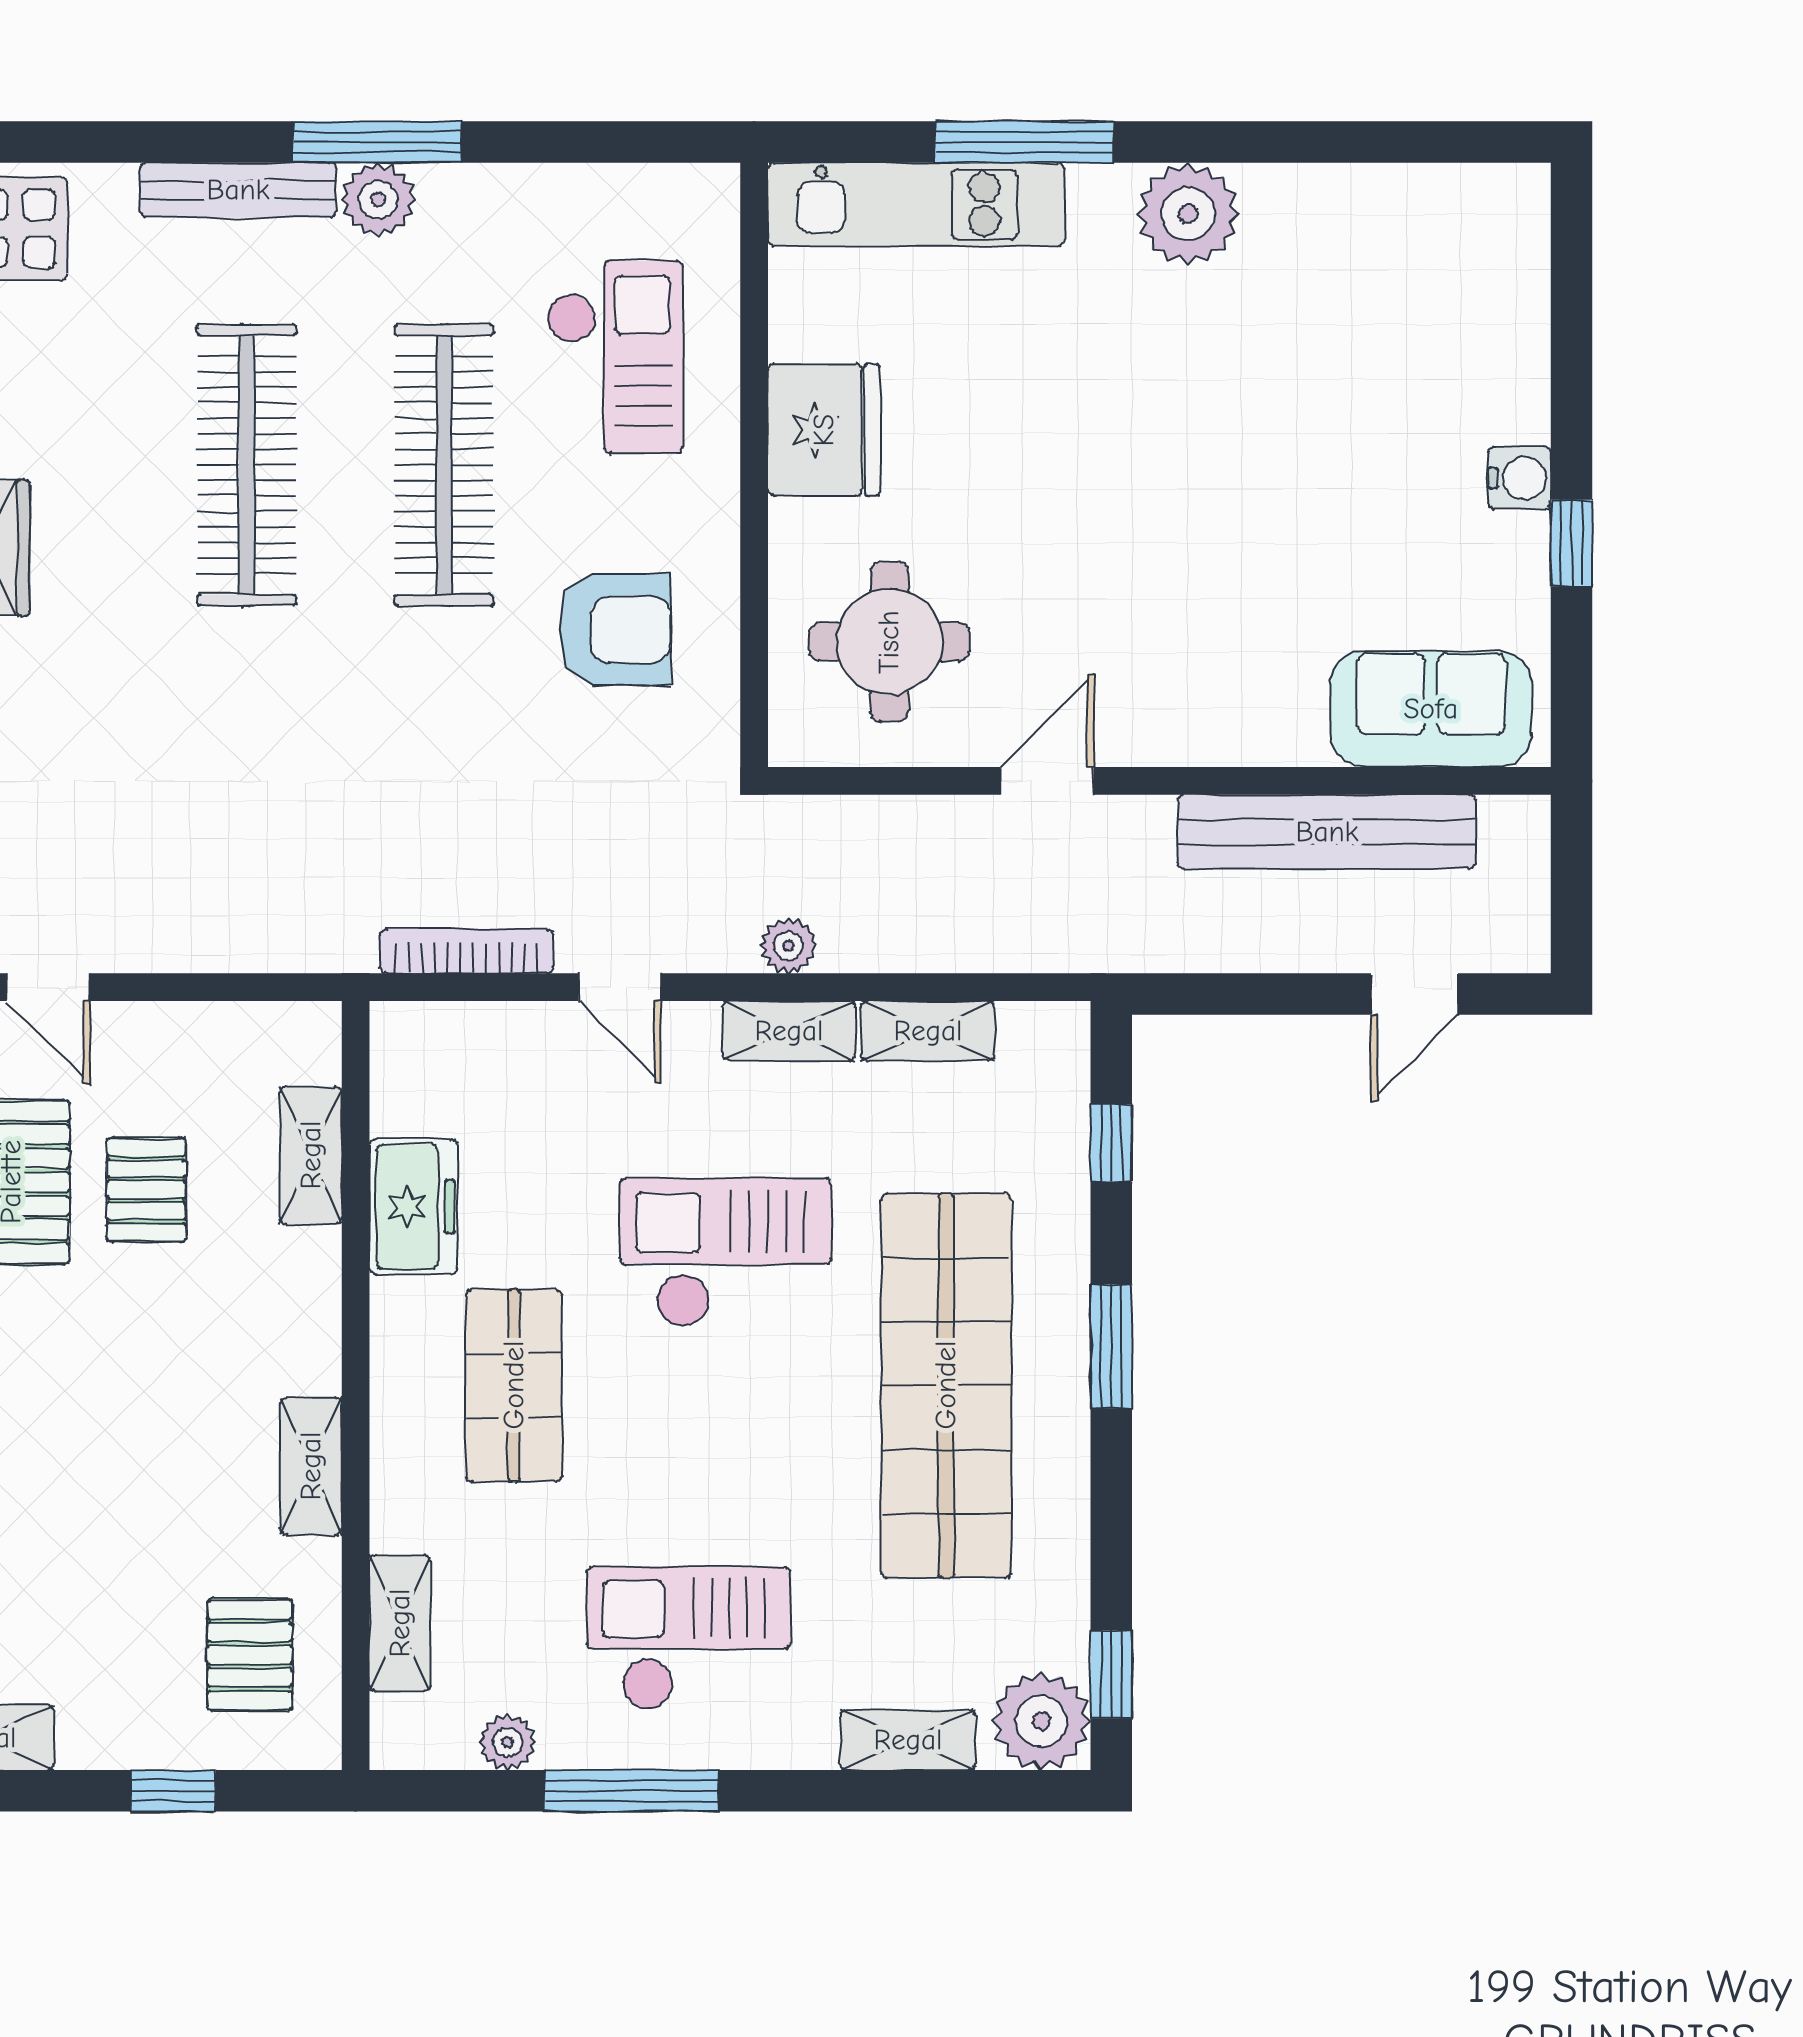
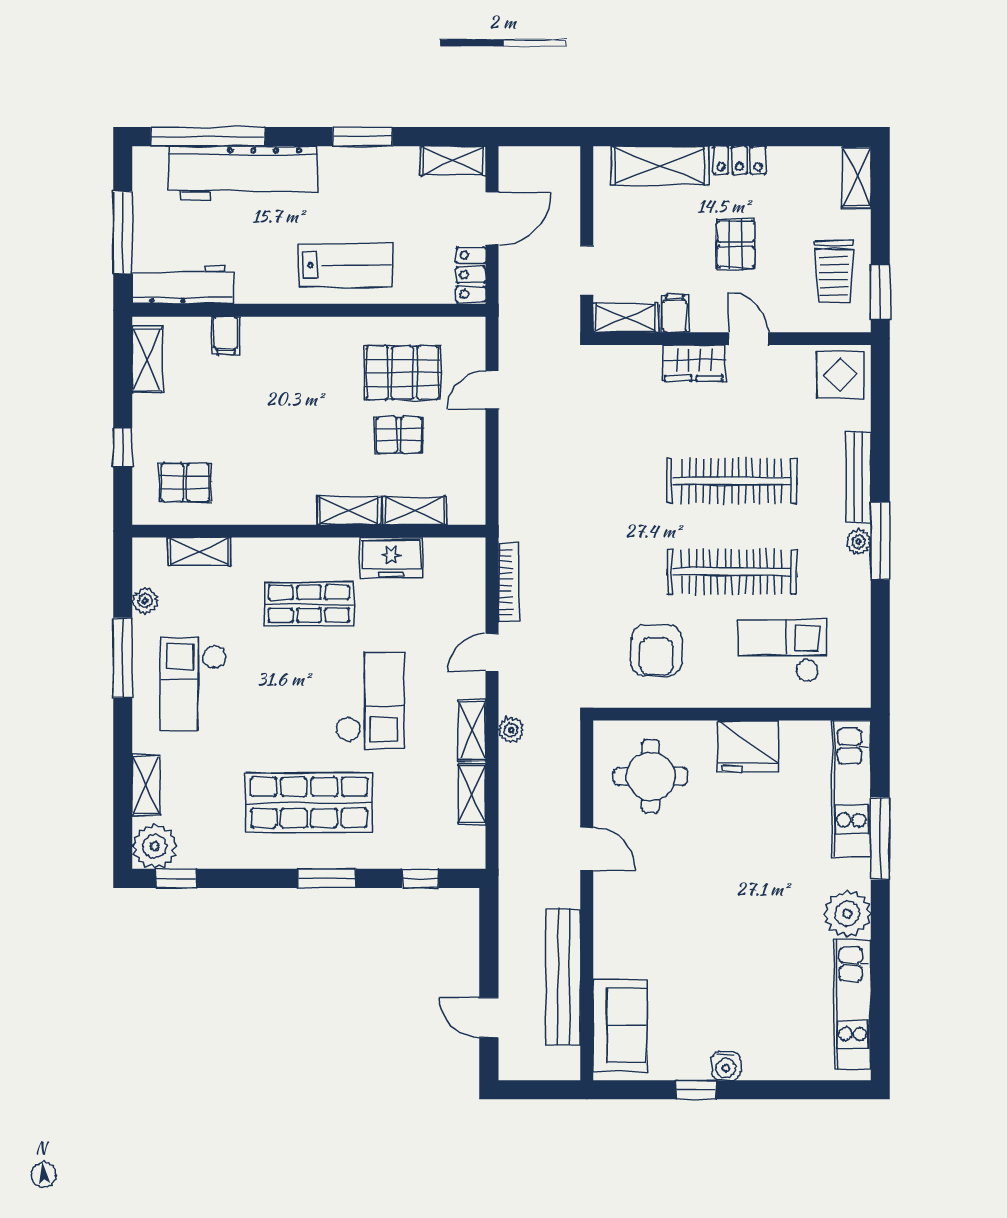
plant: (378, 199) -> (858, 542), width x0.73, depth x0.73
kitchen unit: (1385, 202) -> (853, 1004), added
checkout: (615, 357) -> (781, 650), turned 180
shop shelf: (946, 1385) -> (309, 802), width x0.71
shelving: (311, 1466) -> (349, 511), moved
checkout: (689, 1638) -> (193, 684), turned 180

